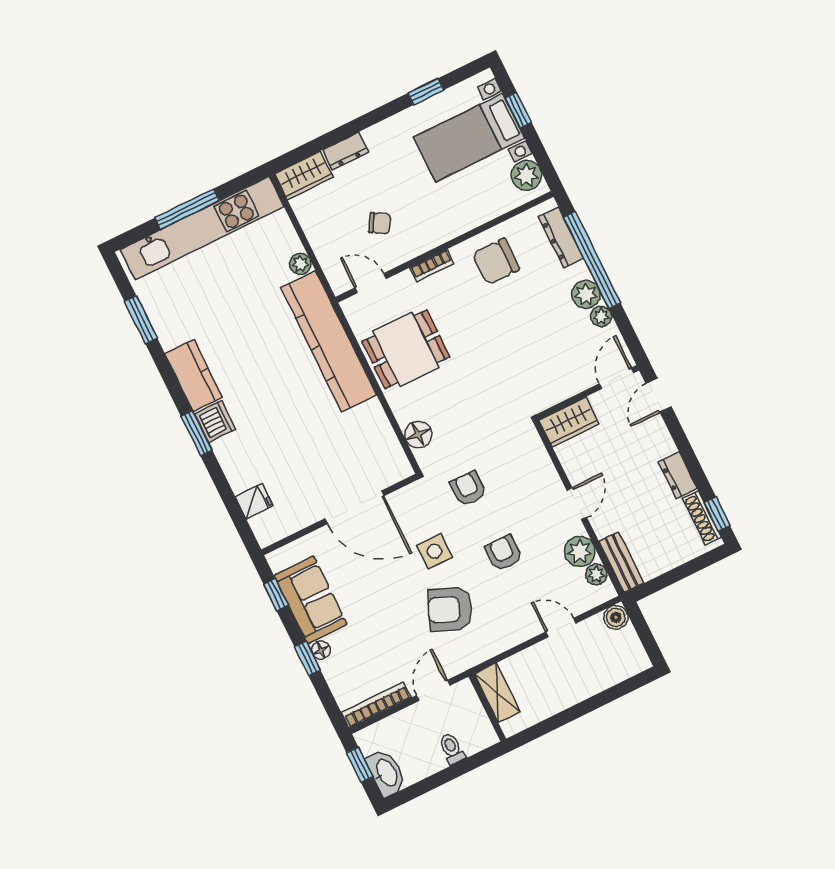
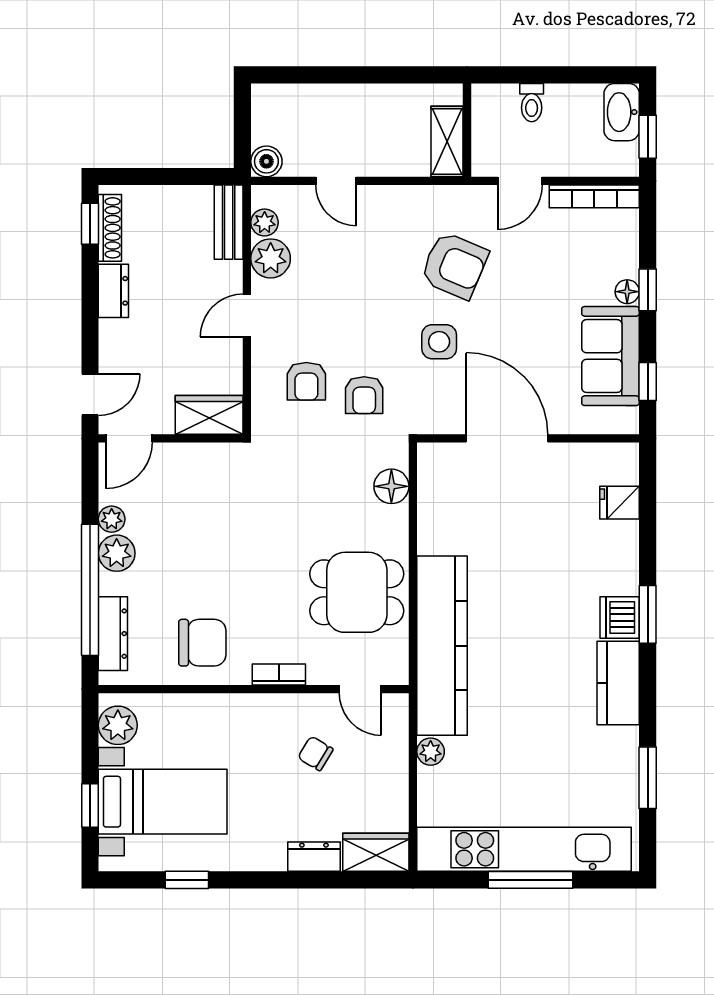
armchair: (503, 553) -> (306, 381), moved

